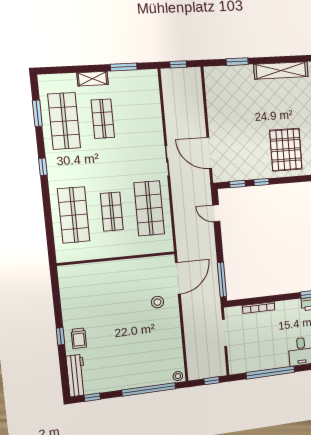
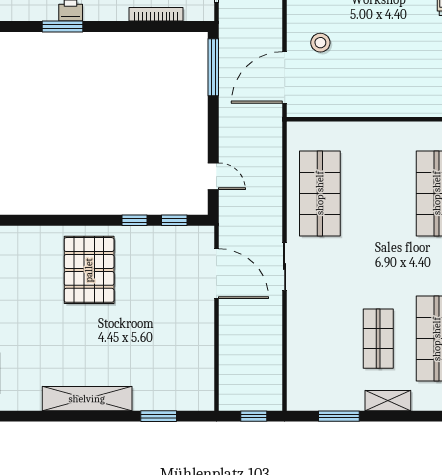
shop shelf: (112, 212) -> (378, 193), removed

